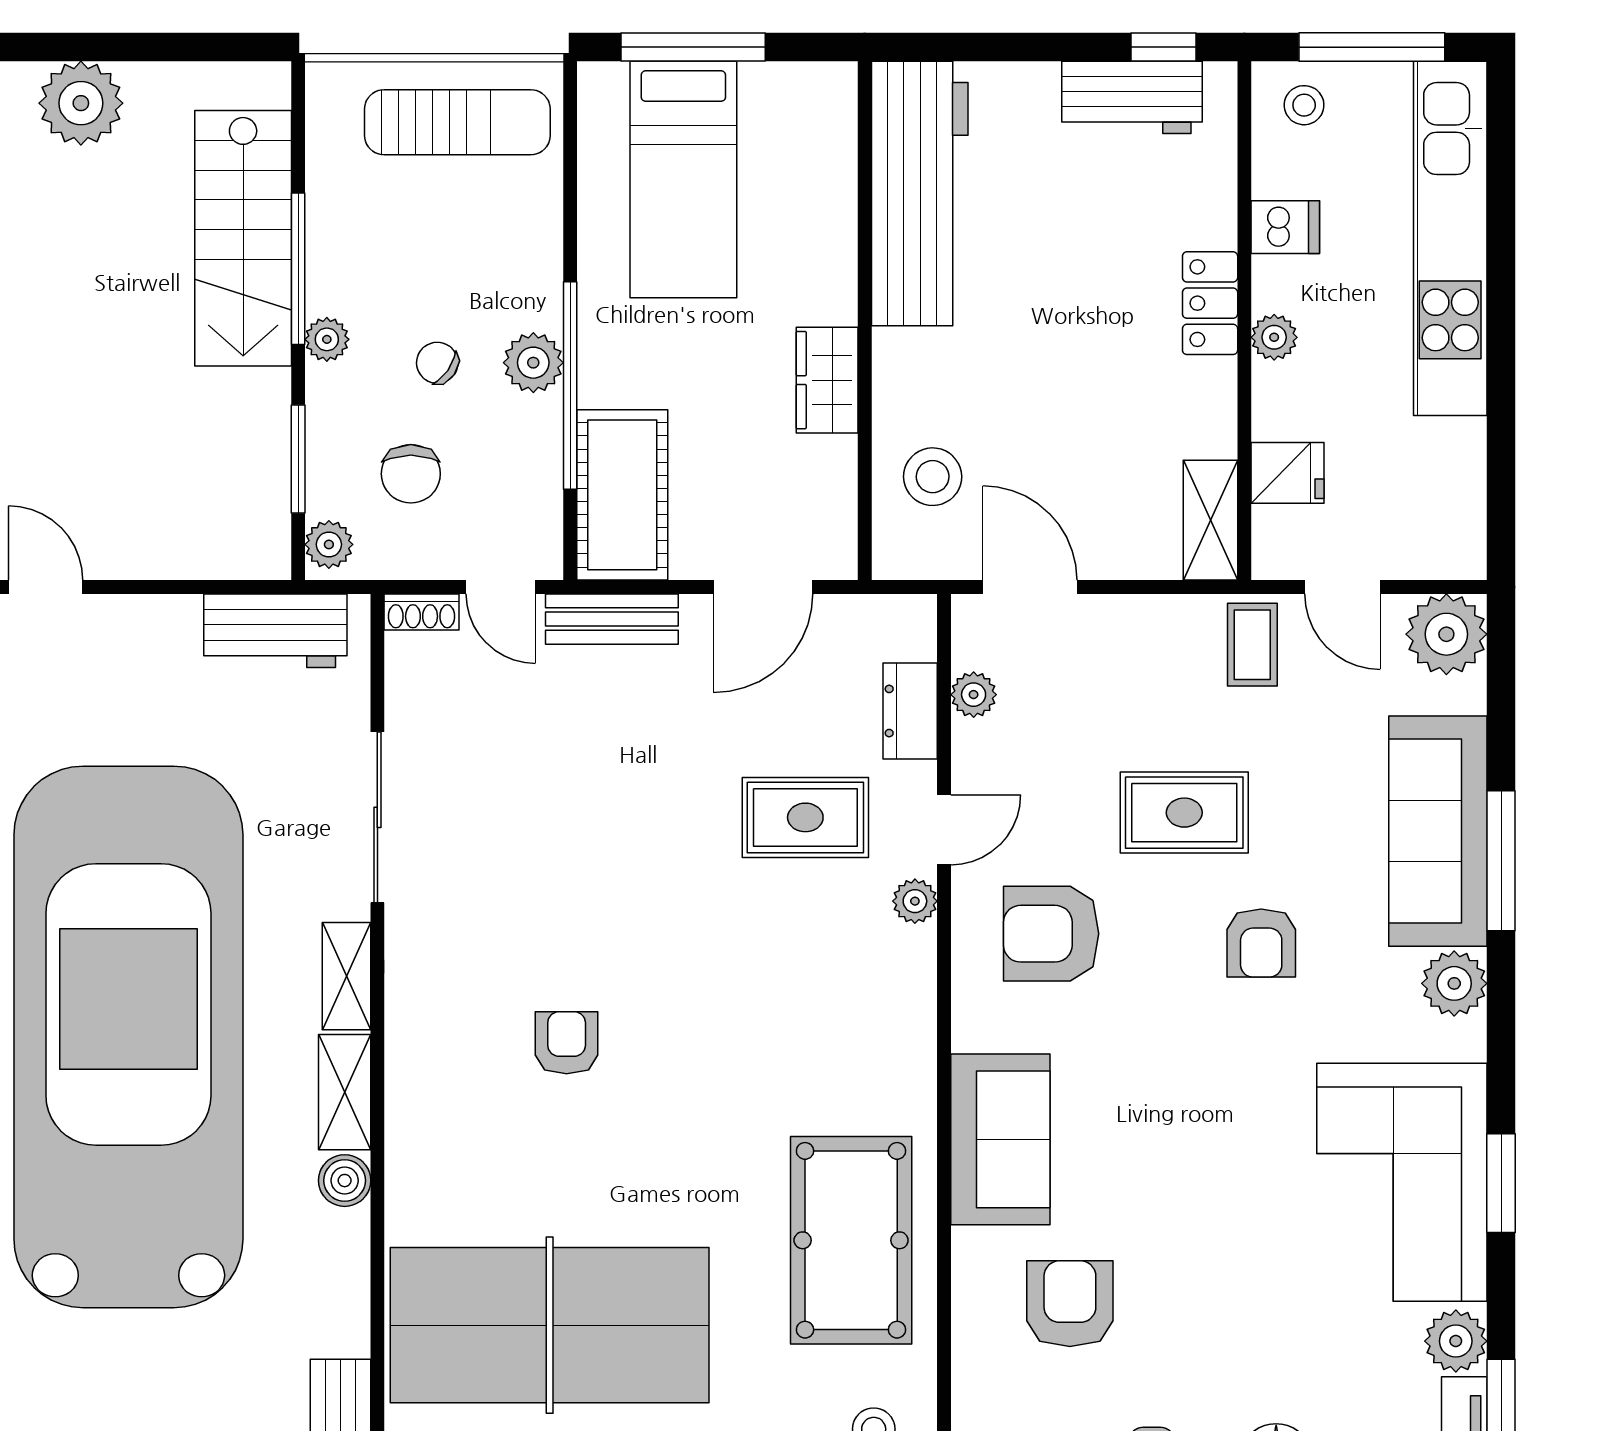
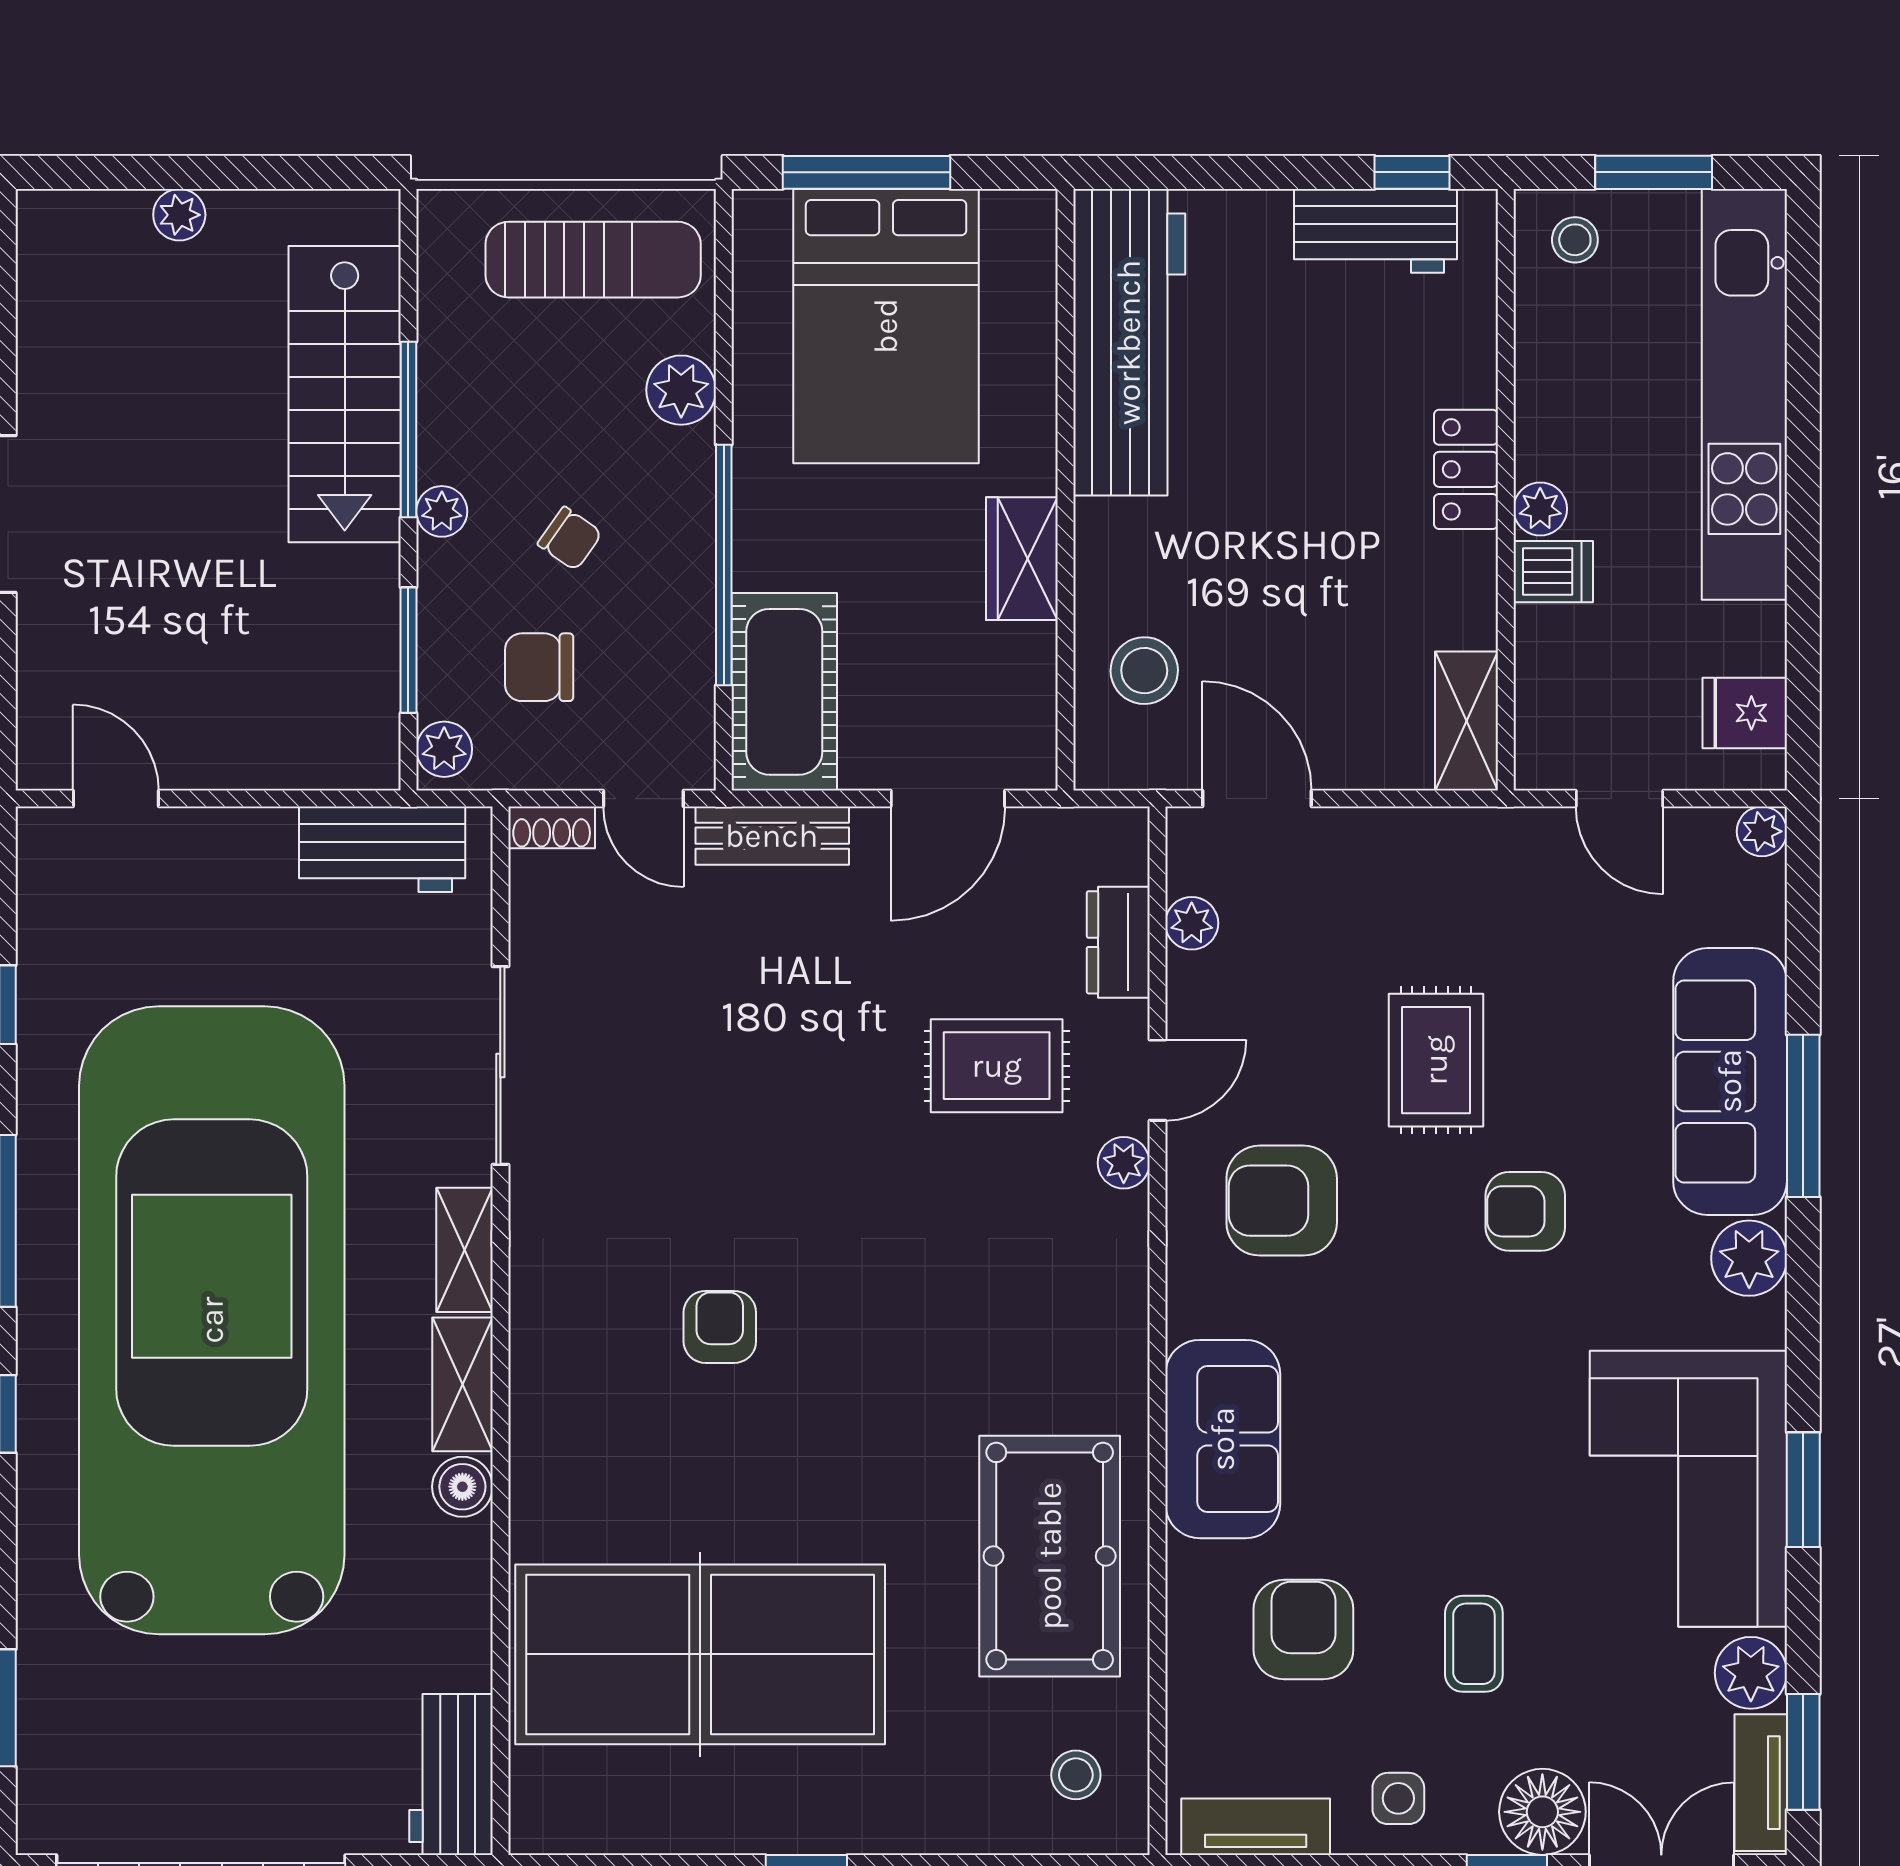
window: (1372, 47) -> (1654, 172), width x0.69
plant: (81, 103) -> (179, 215), width x0.53, depth x0.53
bed: (683, 180) -> (886, 326), width x1.50
dishwasher: (1285, 227) -> (1553, 572), moved
chair: (437, 363) -> (570, 539), turned 180
plant: (533, 363) -> (681, 390), moved
fridge: (1288, 473) -> (1745, 713), moved, turned 180
chair: (411, 474) -> (539, 667), turned 90
plant: (1446, 634) -> (1762, 831), width x0.53, depth x0.53
coffee table: (1252, 645) -> (1474, 1644), moved
rug: (1184, 813) -> (1436, 1060), turned 90
armchair: (1261, 943) -> (1525, 1211), turned 90

